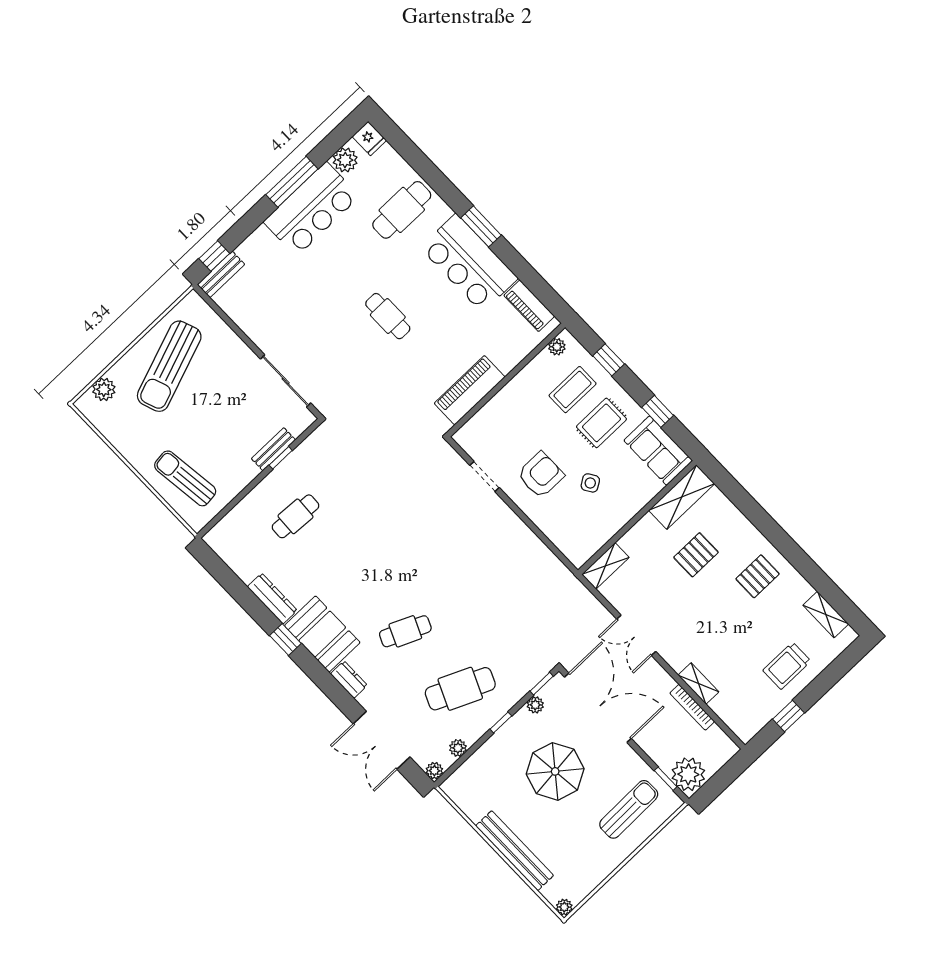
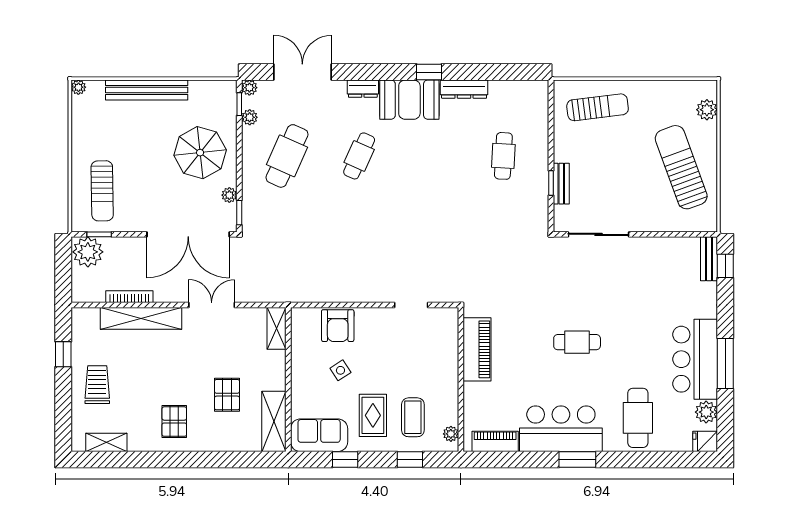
armchair: (541, 475) -> (338, 326), moved
shelving: (699, 683) -> (141, 318), width x2.20, depth x1.33
window: (501, 723) -> (239, 104), moved
parasol: (555, 771) -> (200, 153), moved

